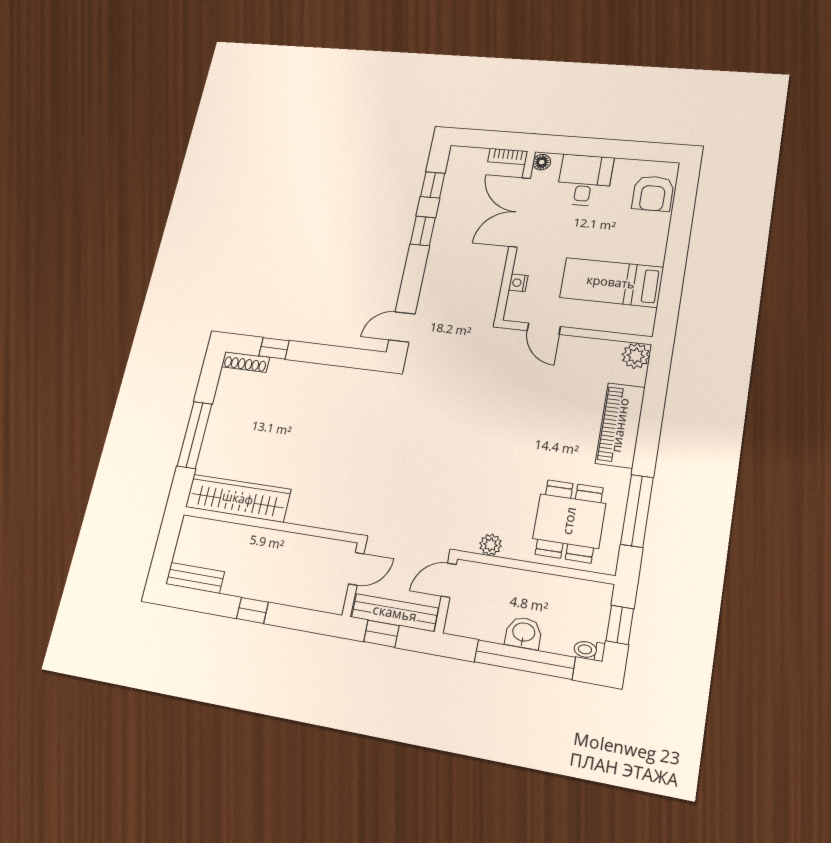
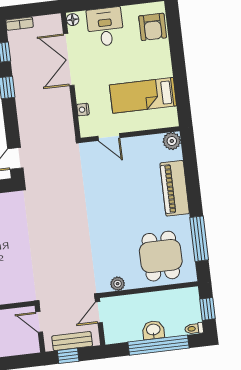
bookcase: (508, 156) -> (20, 24), moved
door: (356, 569) -> (39, 322), swing flipped
bench: (395, 613) -> (72, 341), width x0.73

